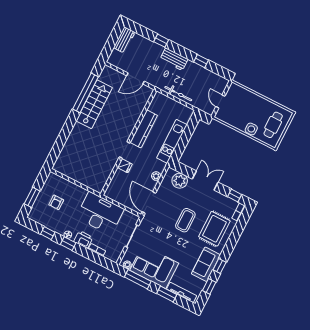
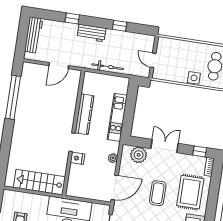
workbench: (124, 40) -> (34, 35), width x1.38
stairs: (94, 104) -> (39, 182), moved, turned -90
door: (149, 203) -> (115, 187), swing flipped

